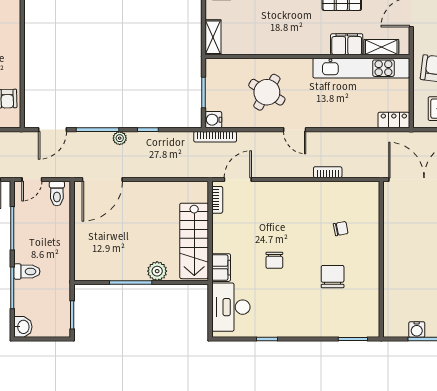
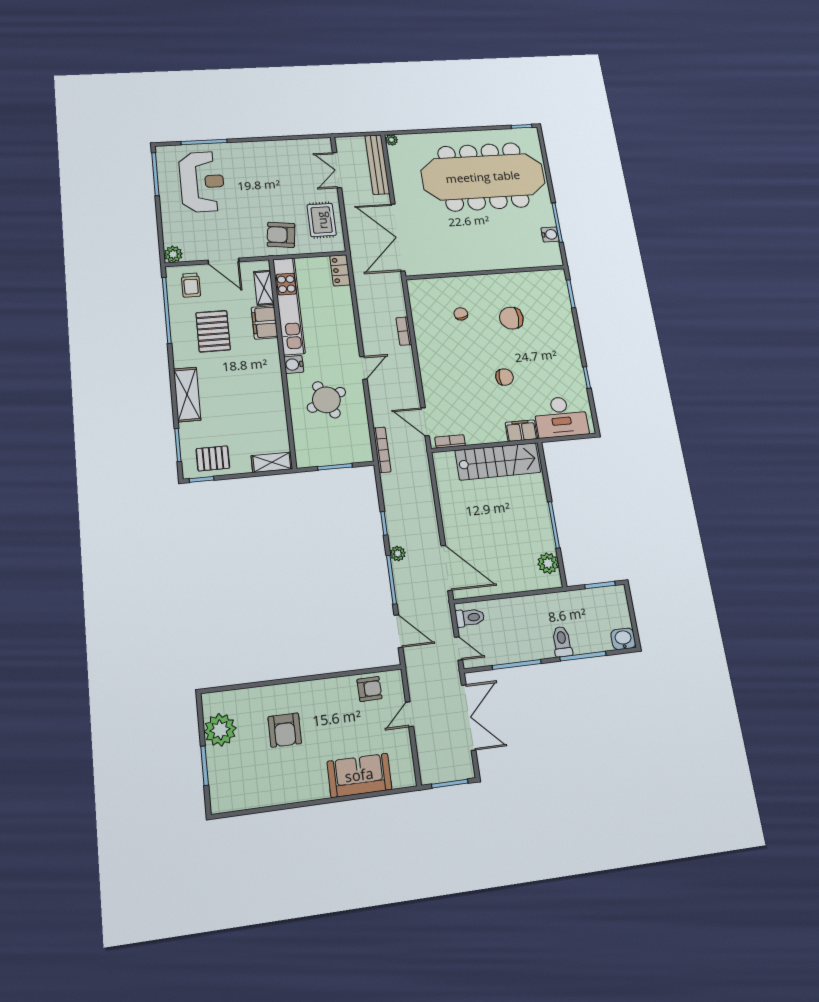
round table: (267, 92) -> (326, 400), turned 34
water cooler: (213, 120) -> (294, 364), moved, turned 90
plant: (157, 271) -> (548, 563), moved

